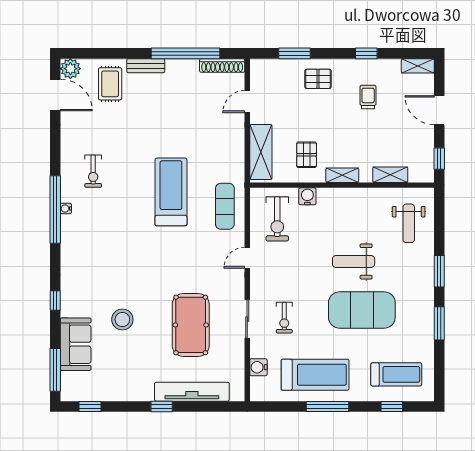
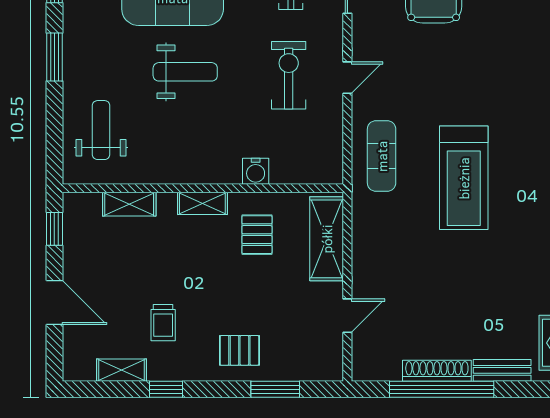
shoe rack: (222, 65) -> (437, 371), moved
shelving: (418, 66) -> (121, 370), moved
exercise bike: (277, 219) -> (289, 75), moved

